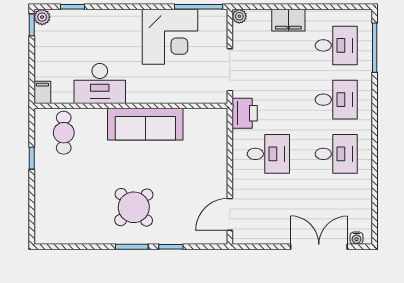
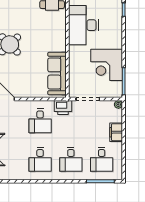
desk: (100, 83) -> (83, 25), width x1.36, depth x1.30
sofa: (145, 124) -> (57, 73), moved

